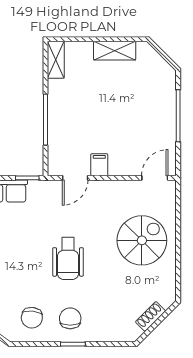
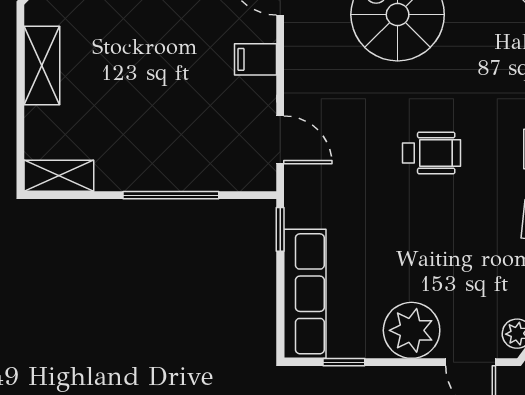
filing cabinet: (99, 165) -> (256, 59), moved
wheelchair: (68, 259) -> (432, 153), width x0.73, depth x0.73

